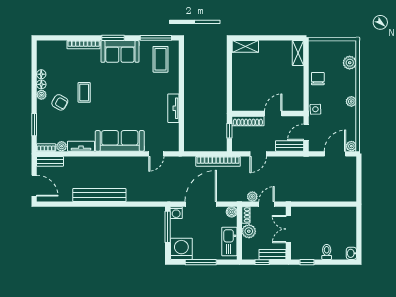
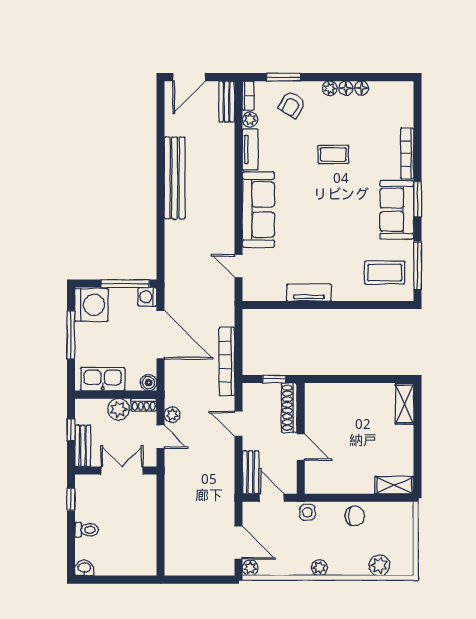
armchair: (60, 102) -> (292, 105), moved

